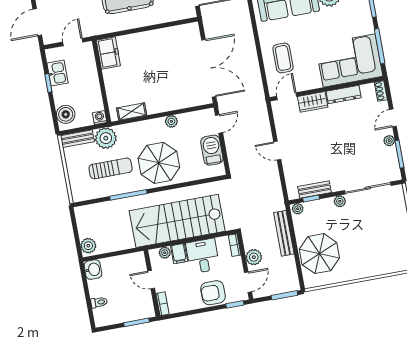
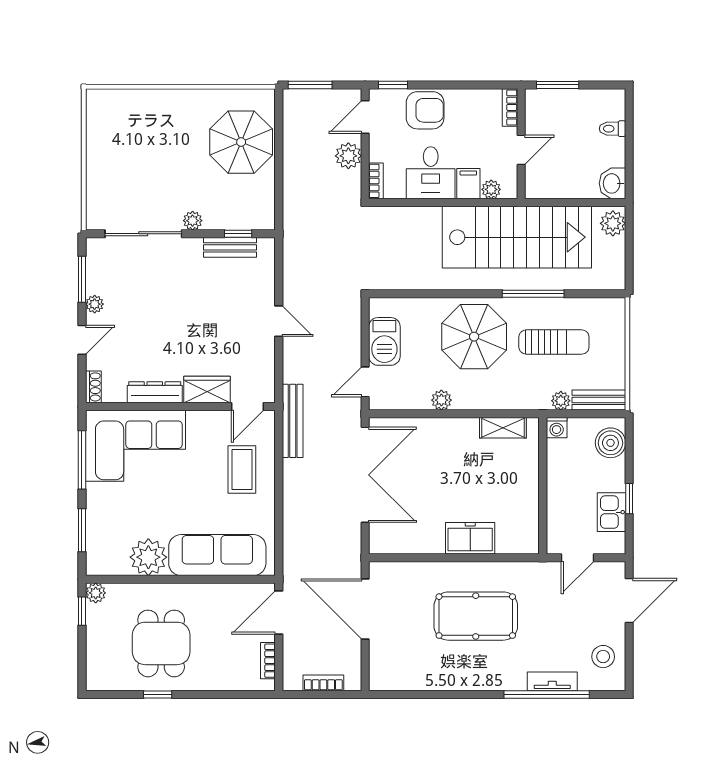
freezer: (108, 53) -> (470, 538), moved, turned 90
double door: (209, 68) -> (365, 475), swing flipped
plant: (106, 138) -> (561, 401), width x0.53, depth x0.53
sun lounger: (111, 168) -> (554, 342), turned 180
plant: (298, 209) -> (263, 221), removed
stairs: (177, 221) -> (517, 237), moved
bench: (284, 233) -> (293, 421), moved
door: (151, 280) -> (521, 150), hinge flipped

